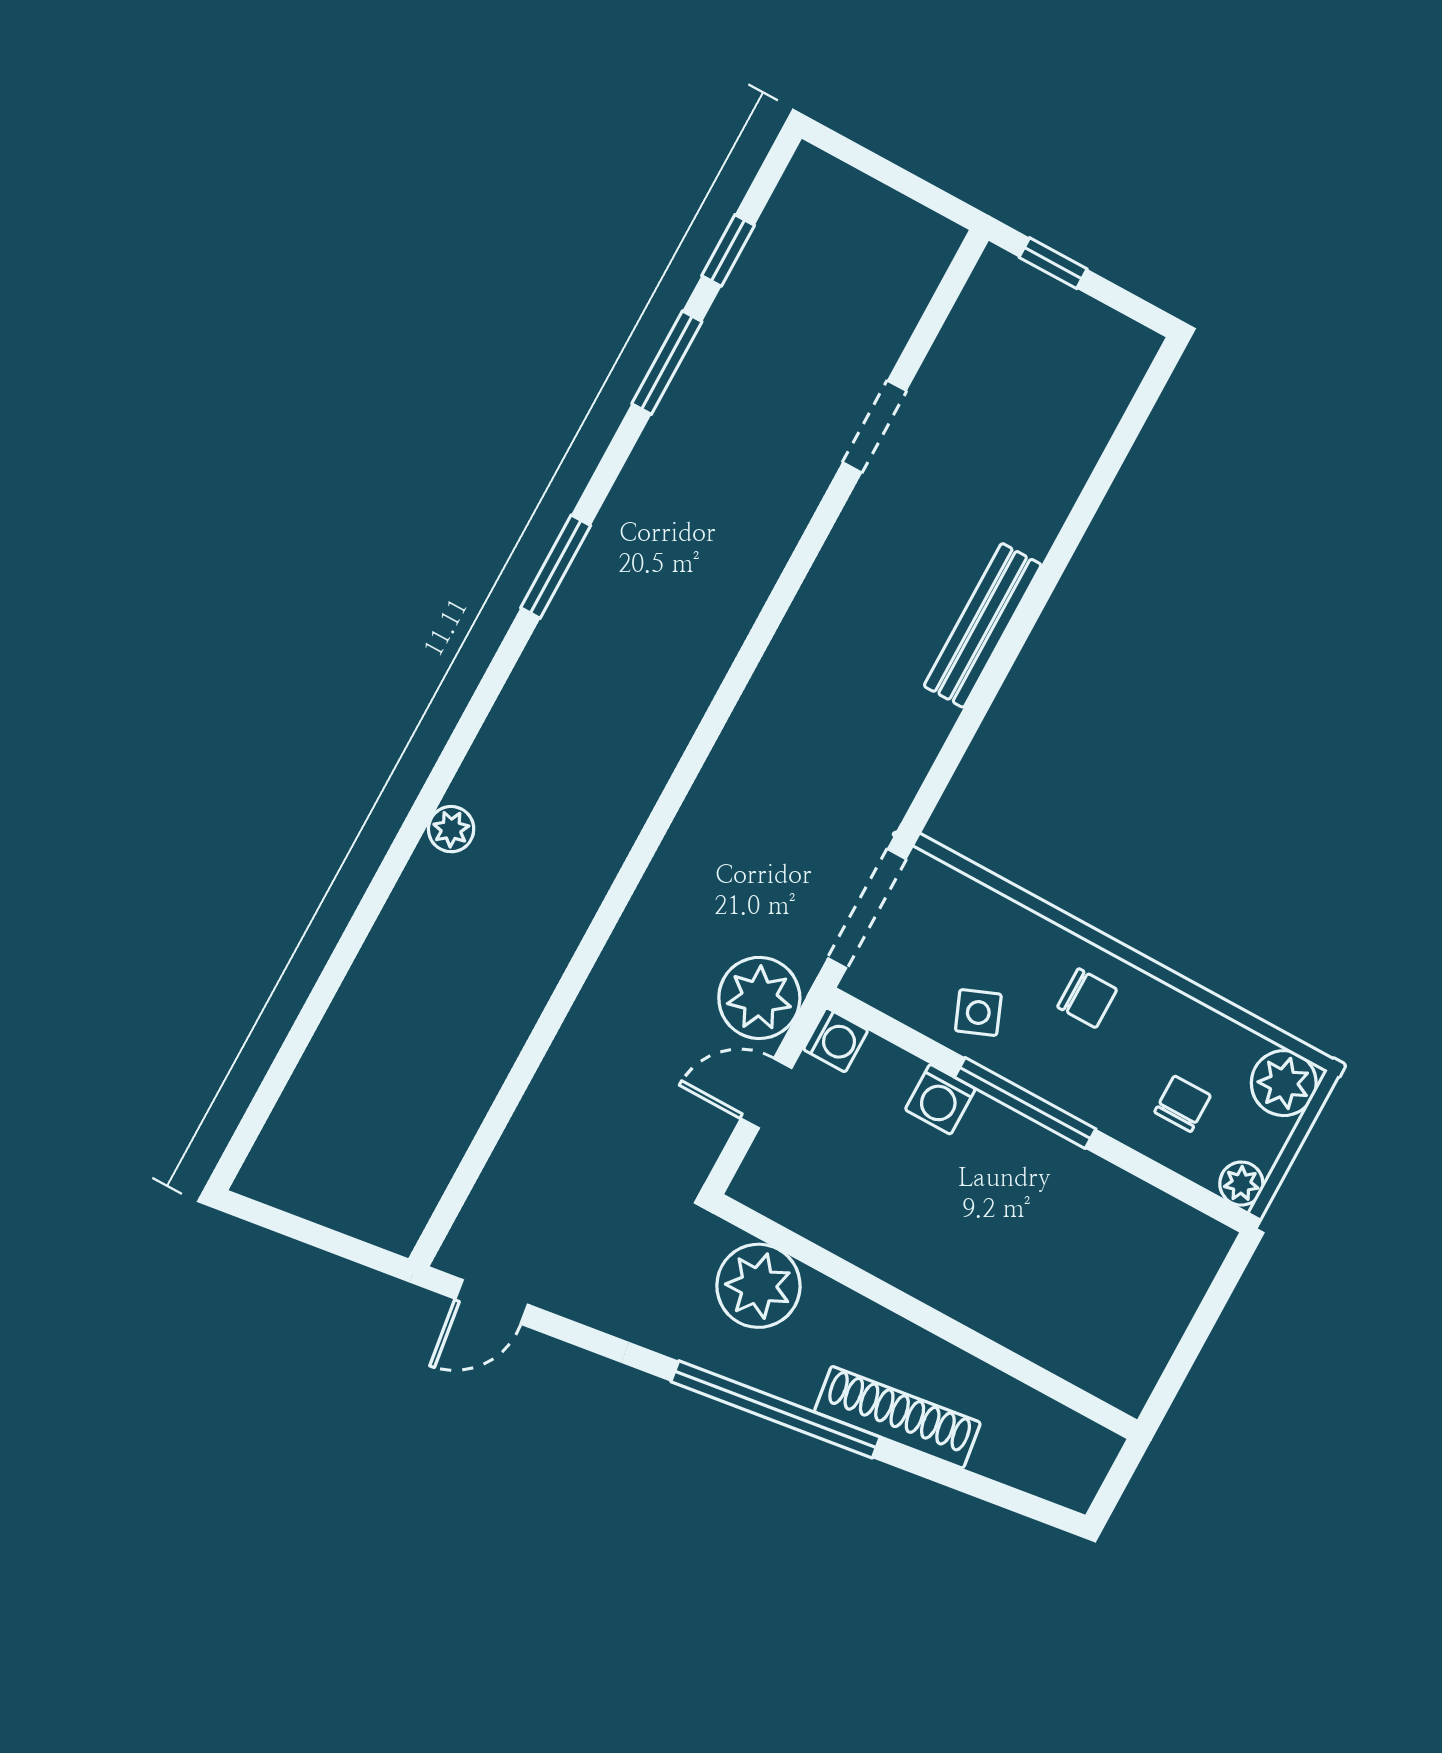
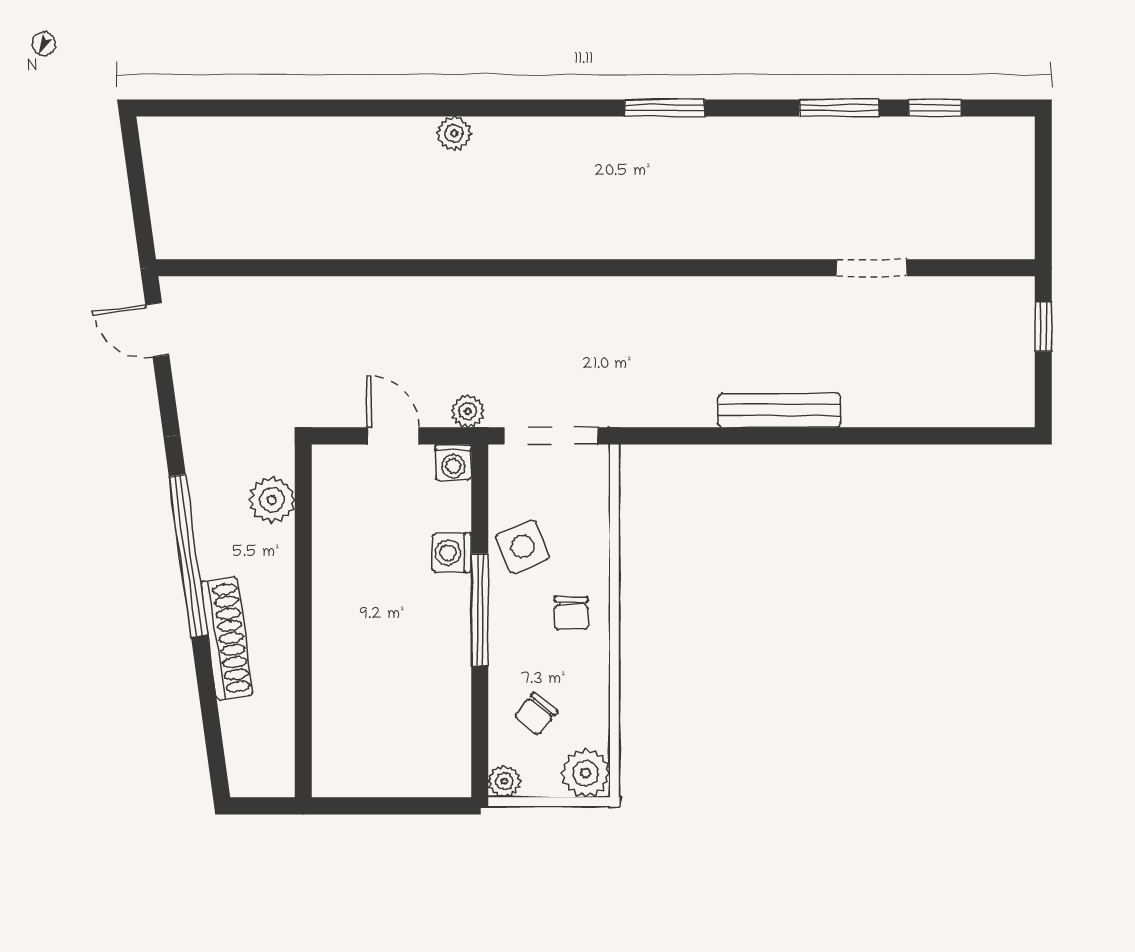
plant: (759, 998) -> (468, 411), width x0.53, depth x0.53
side table: (978, 1013) -> (523, 547), width x1.37, depth x1.37
chair: (1183, 1104) -> (536, 714), turned 129
plant: (758, 1286) -> (272, 500), width x0.73, depth x0.73

